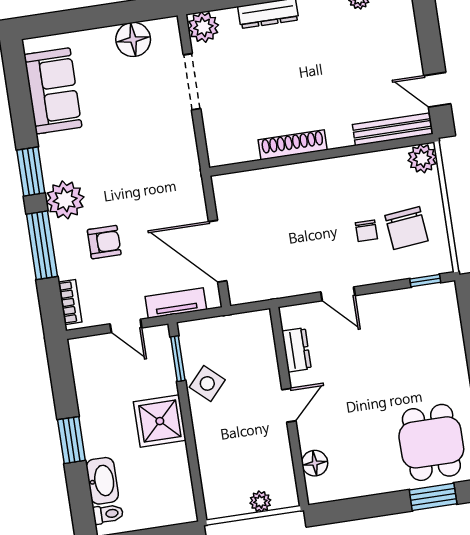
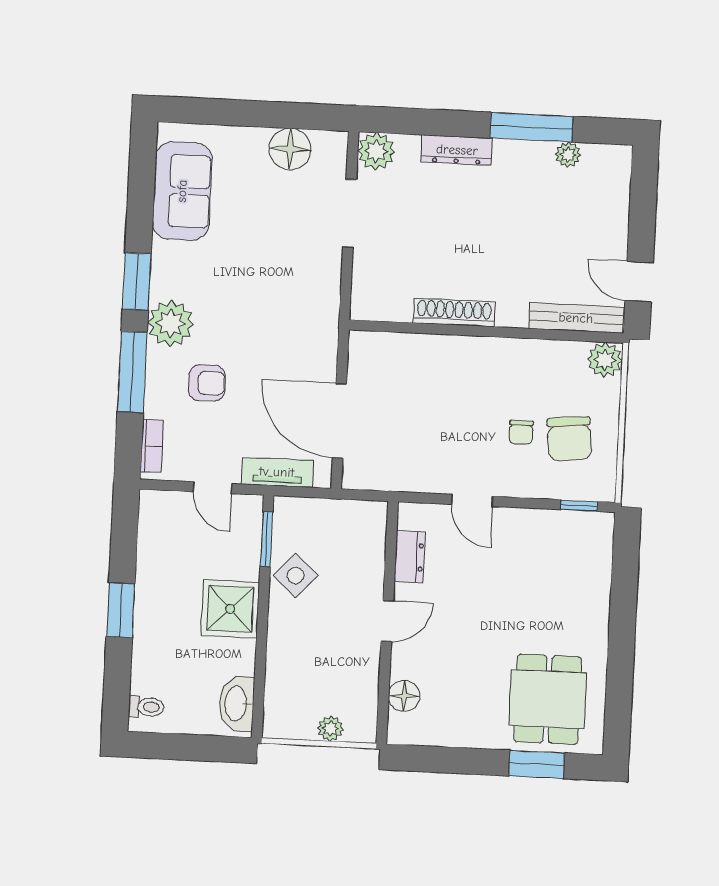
washbasin: (102, 481) -> (237, 704), moved, turned 180

